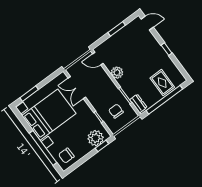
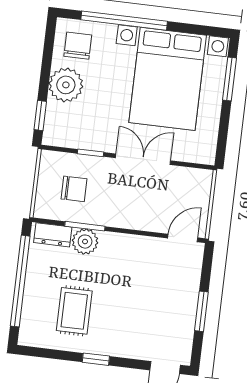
plant: (117, 73) -> (85, 242), moved
rug: (162, 83) -> (74, 311), moved, turned 90
double door: (77, 88) -> (143, 159), moved
plant: (96, 138) -> (66, 85), moved

